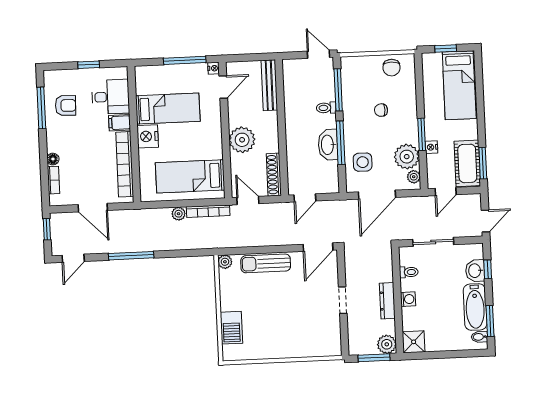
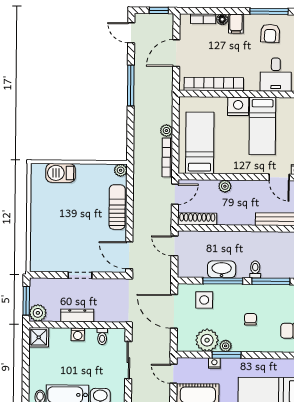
filing cabinet: (120, 123) -> (236, 24), moved, turned 180
plant: (242, 140) -> (225, 186), width x0.53, depth x0.53
plant: (414, 177) -> (226, 346), moved

